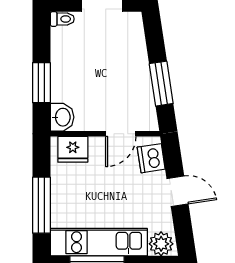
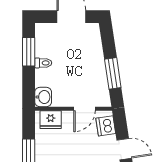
toilet: (62, 19) -> (43, 63), moved
window: (41, 83) -> (29, 52), moved

